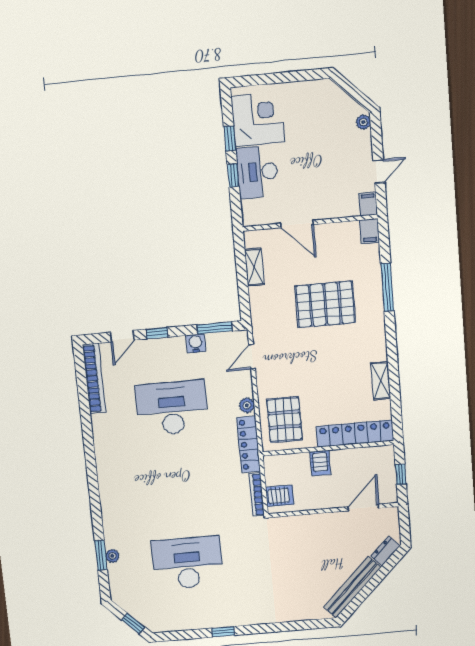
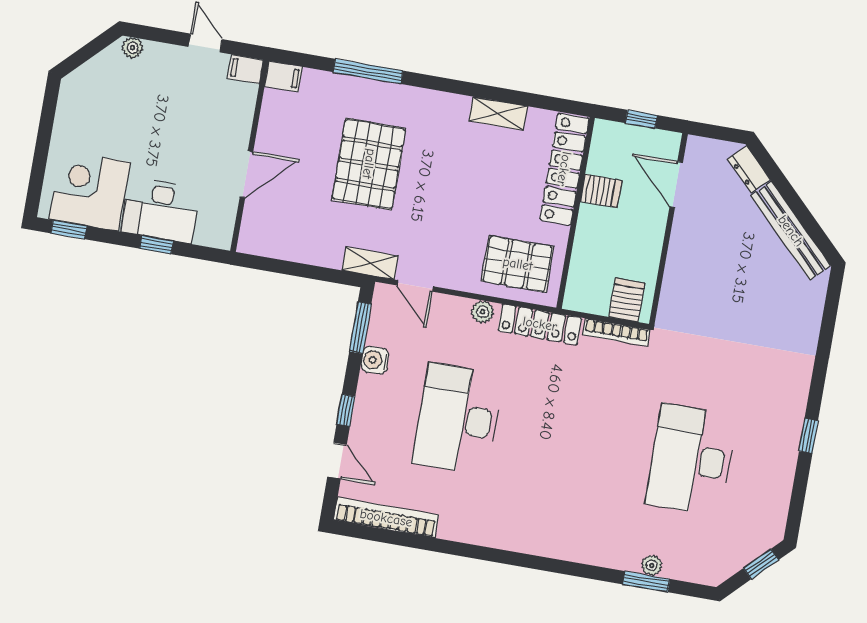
window: (230, 138) -> (69, 230), moved
shelving: (254, 267) -> (370, 263), moved
server rack: (320, 463) -> (601, 191), moved

